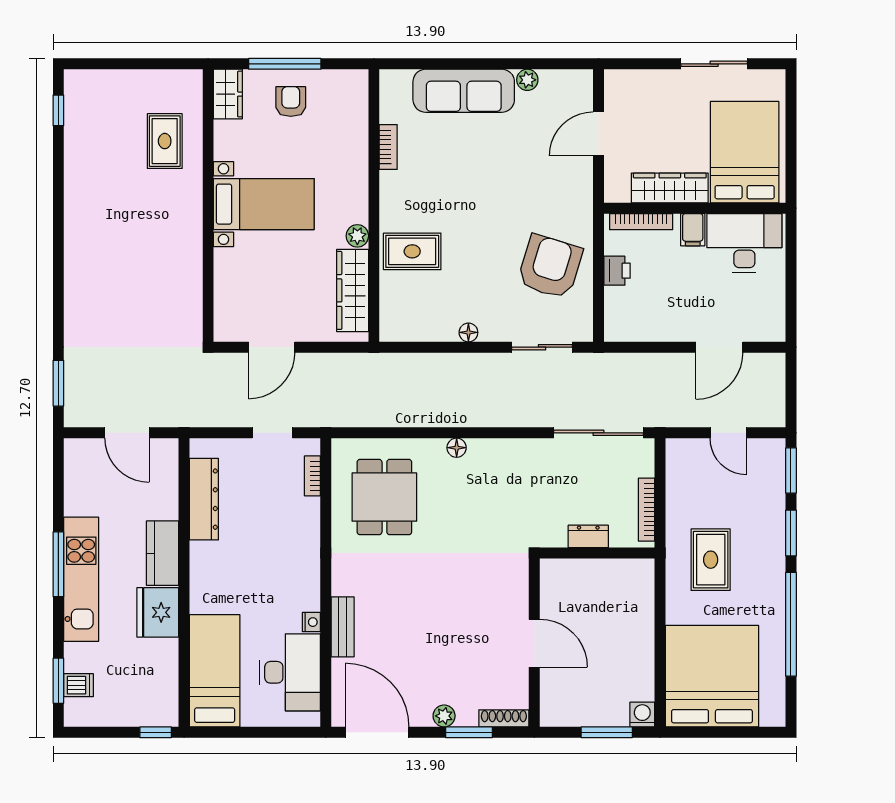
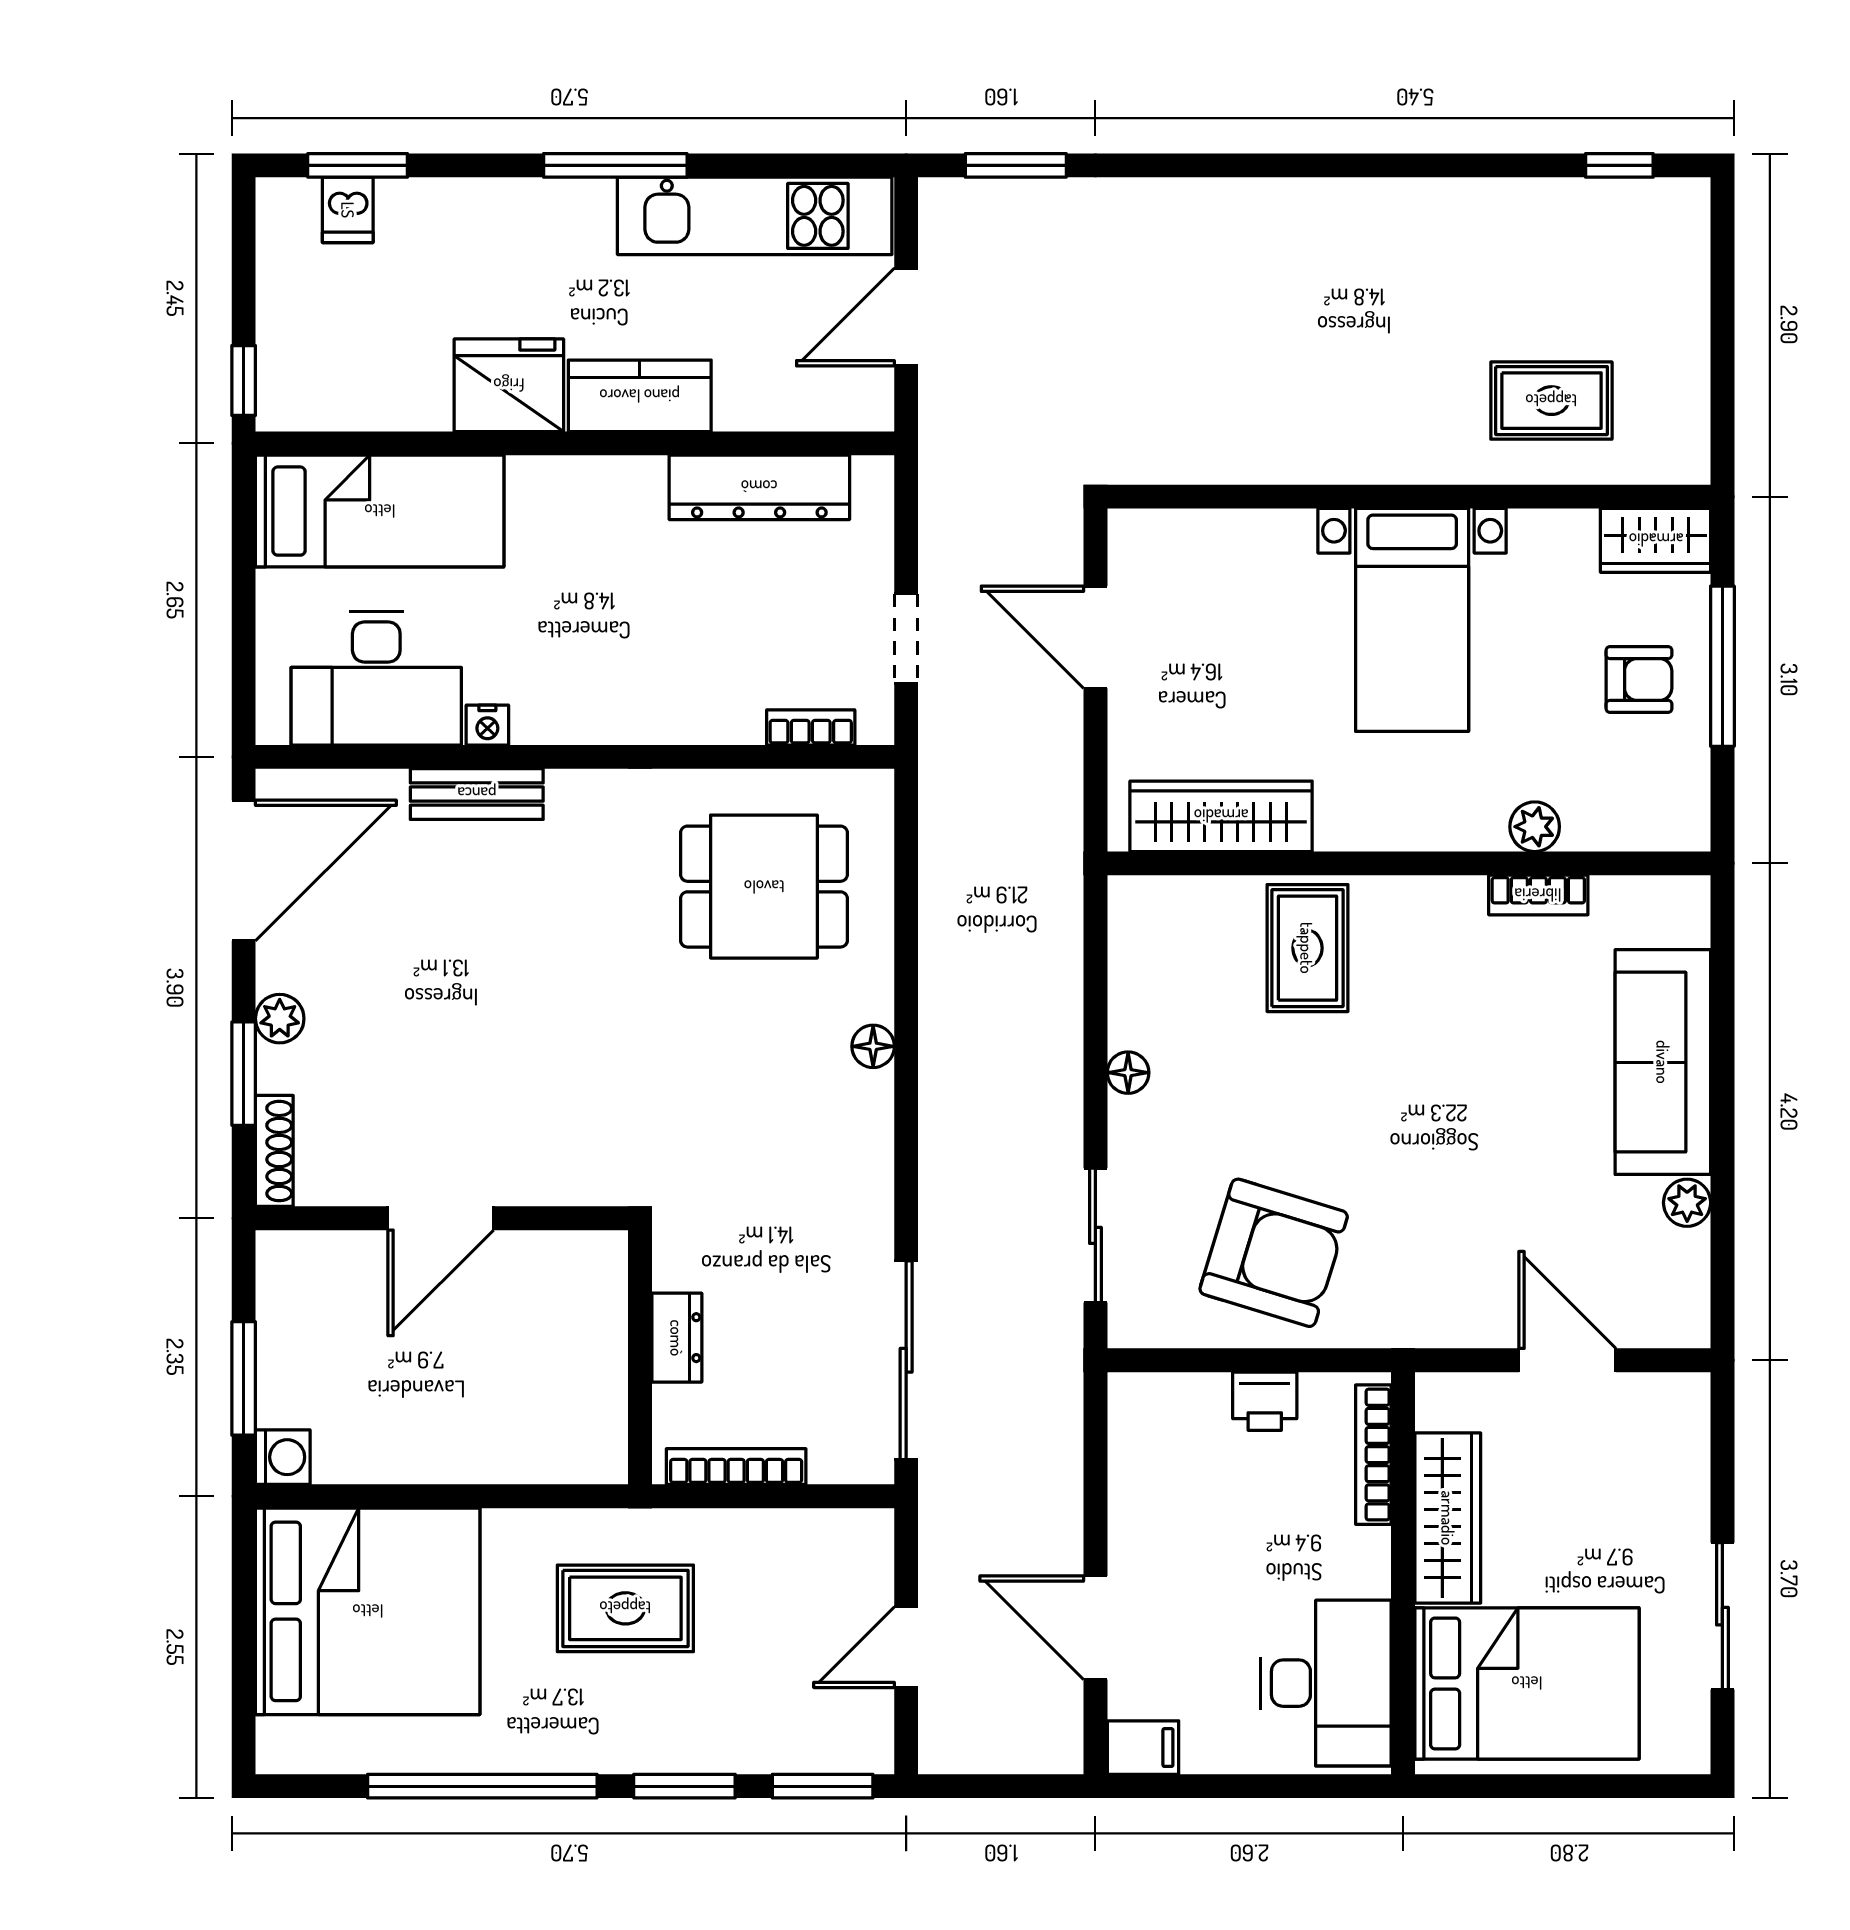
filing cabinet: (693, 230) -> (1143, 1748), moved, turned 180
plant: (357, 236) -> (1535, 827), moved
kitchen unit: (81, 579) -> (755, 216), moved

